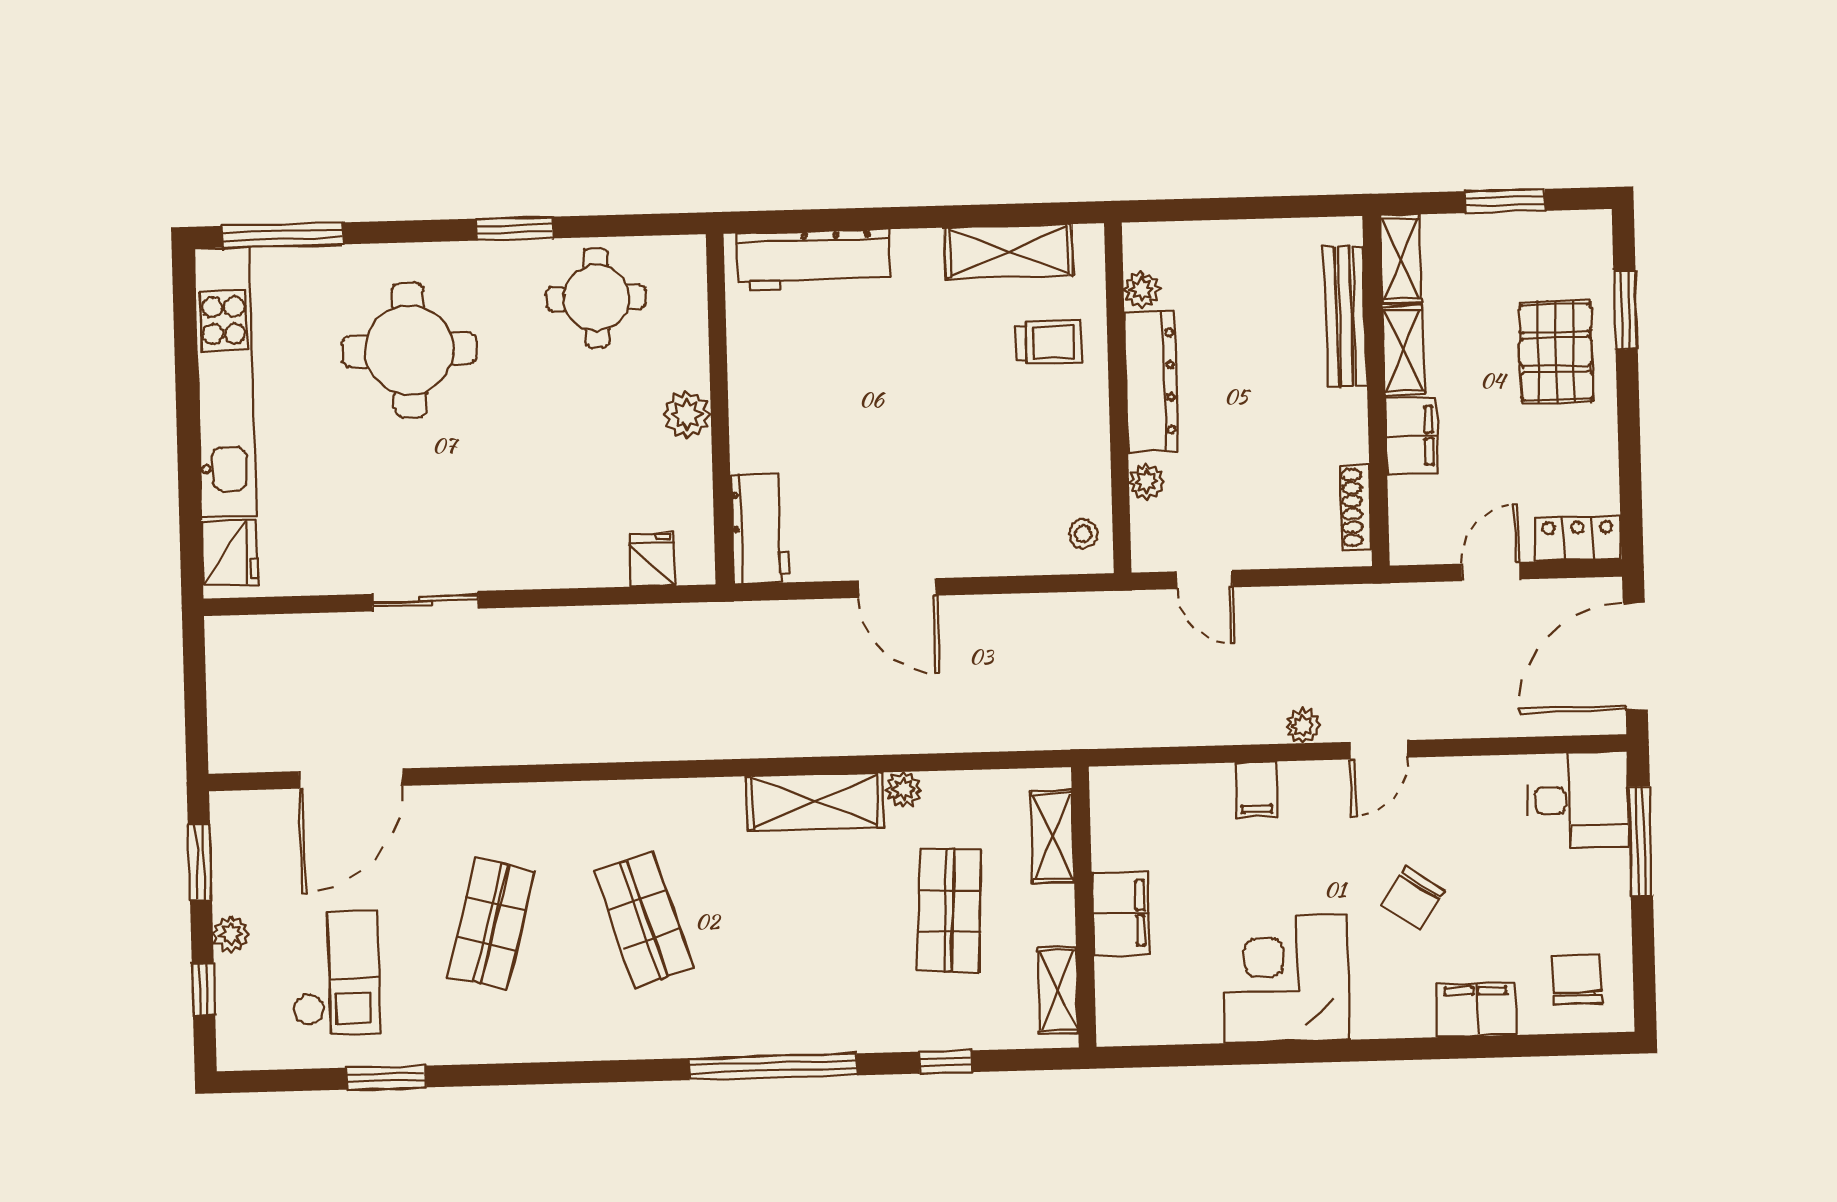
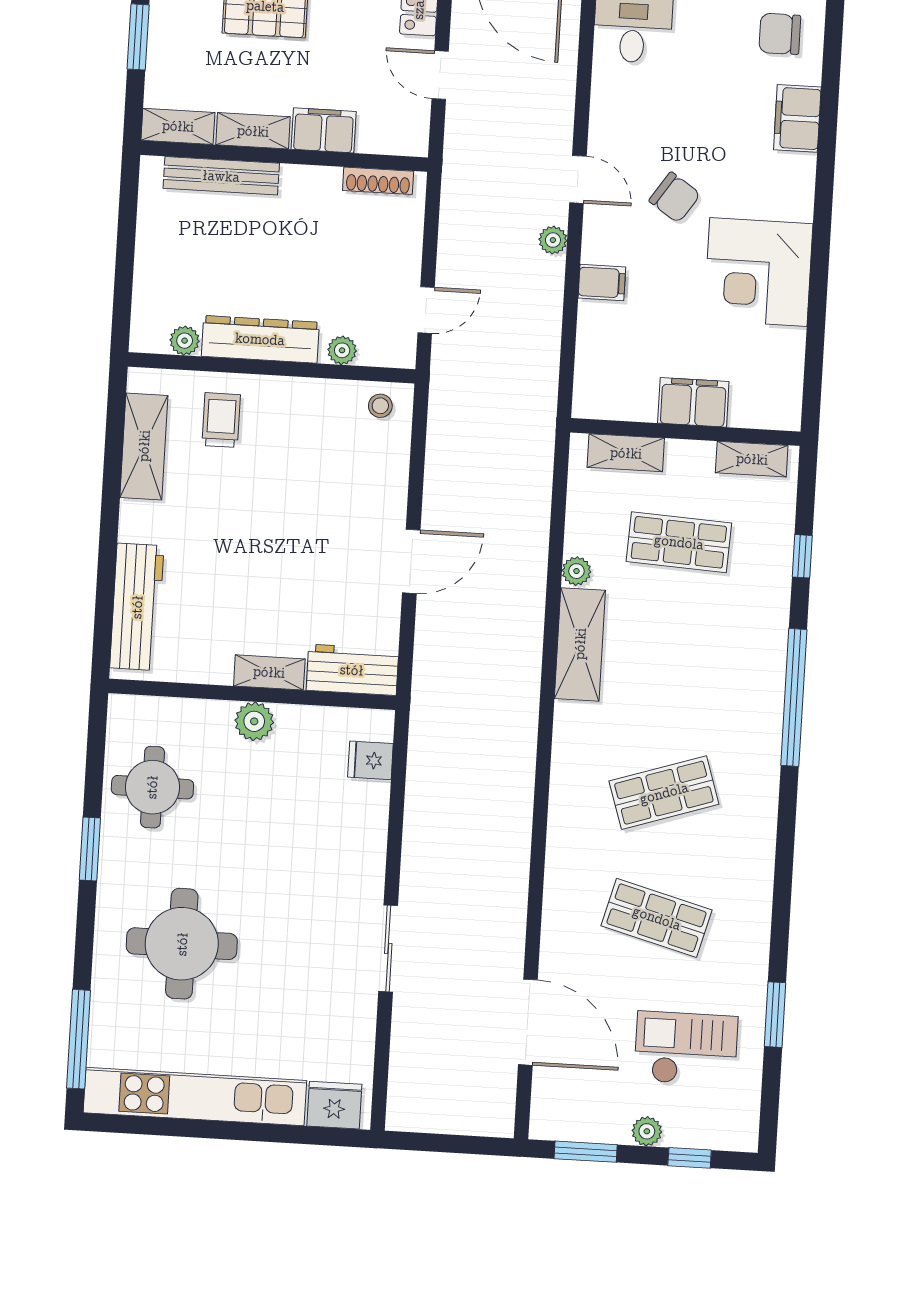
shelving: (748, 428) -> (269, 672), added
chair: (1414, 898) -> (675, 197), moved

